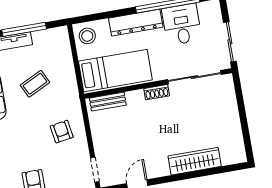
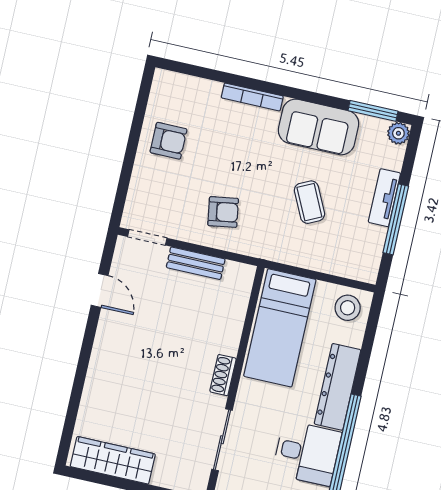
sliding door: (195, 77) -> (222, 440), width x0.73
bench: (108, 102) -> (196, 263), moved, turned 90
wardrobe: (195, 161) -> (113, 460), moved, turned -90

